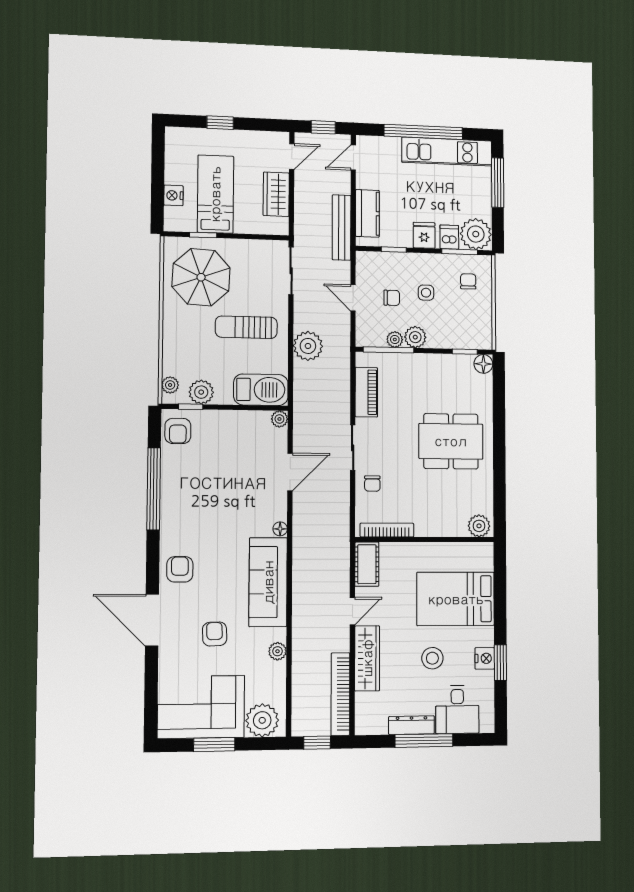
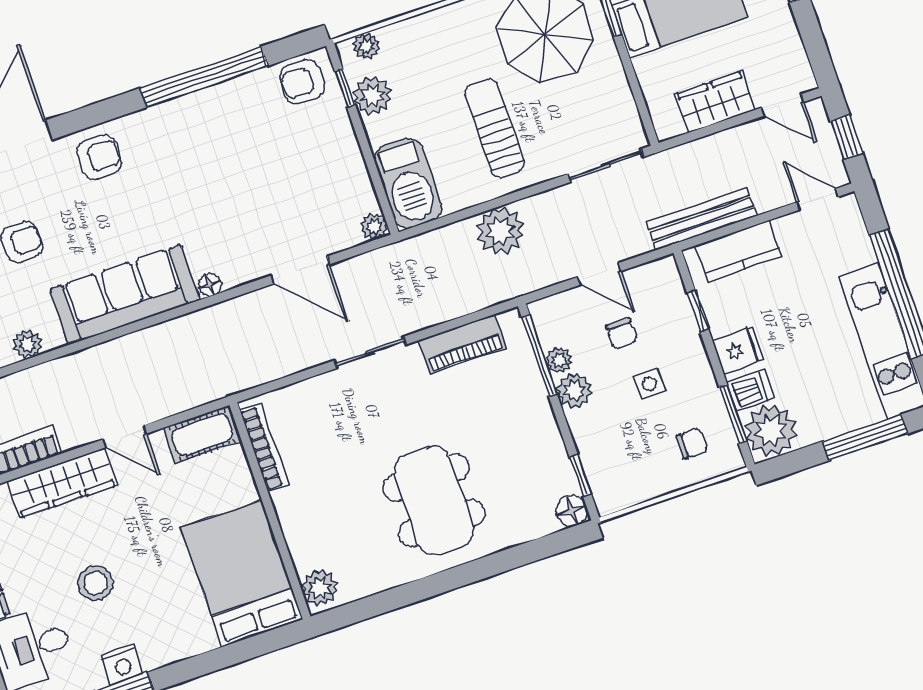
door: (353, 298) -> (599, 274), swing flipped
chair: (372, 484) -> (327, 401), removed
bed: (456, 599) -> (242, 573), moved

